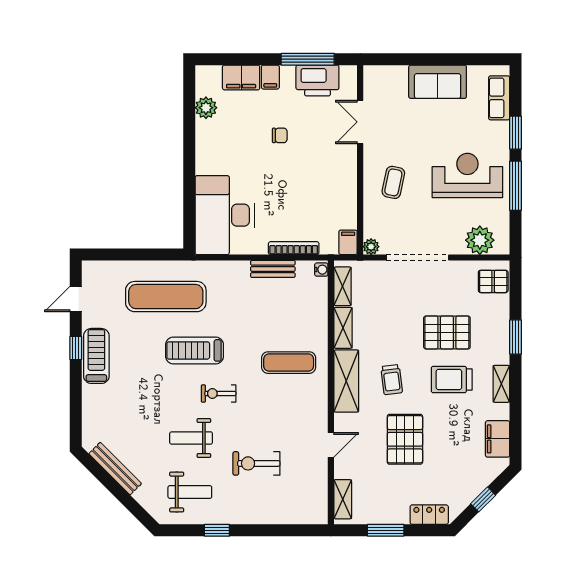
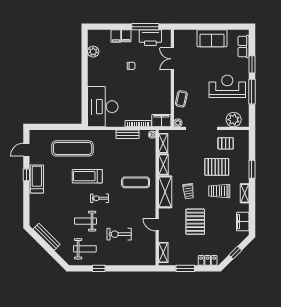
filing cabinet: (241, 77) -> (116, 36), width x0.50
coffee table: (393, 182) -> (181, 99), moved
filing cabinet: (348, 242) -> (161, 121), width x2.00
pallet: (493, 281) -> (226, 143), moved
door: (331, 445) -> (157, 225), swing flipped

